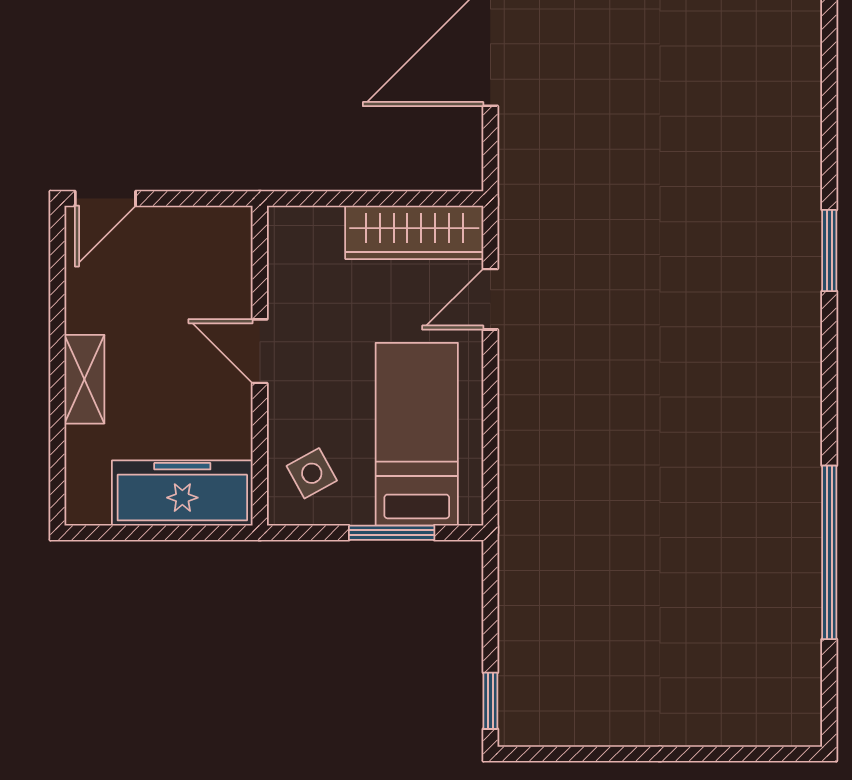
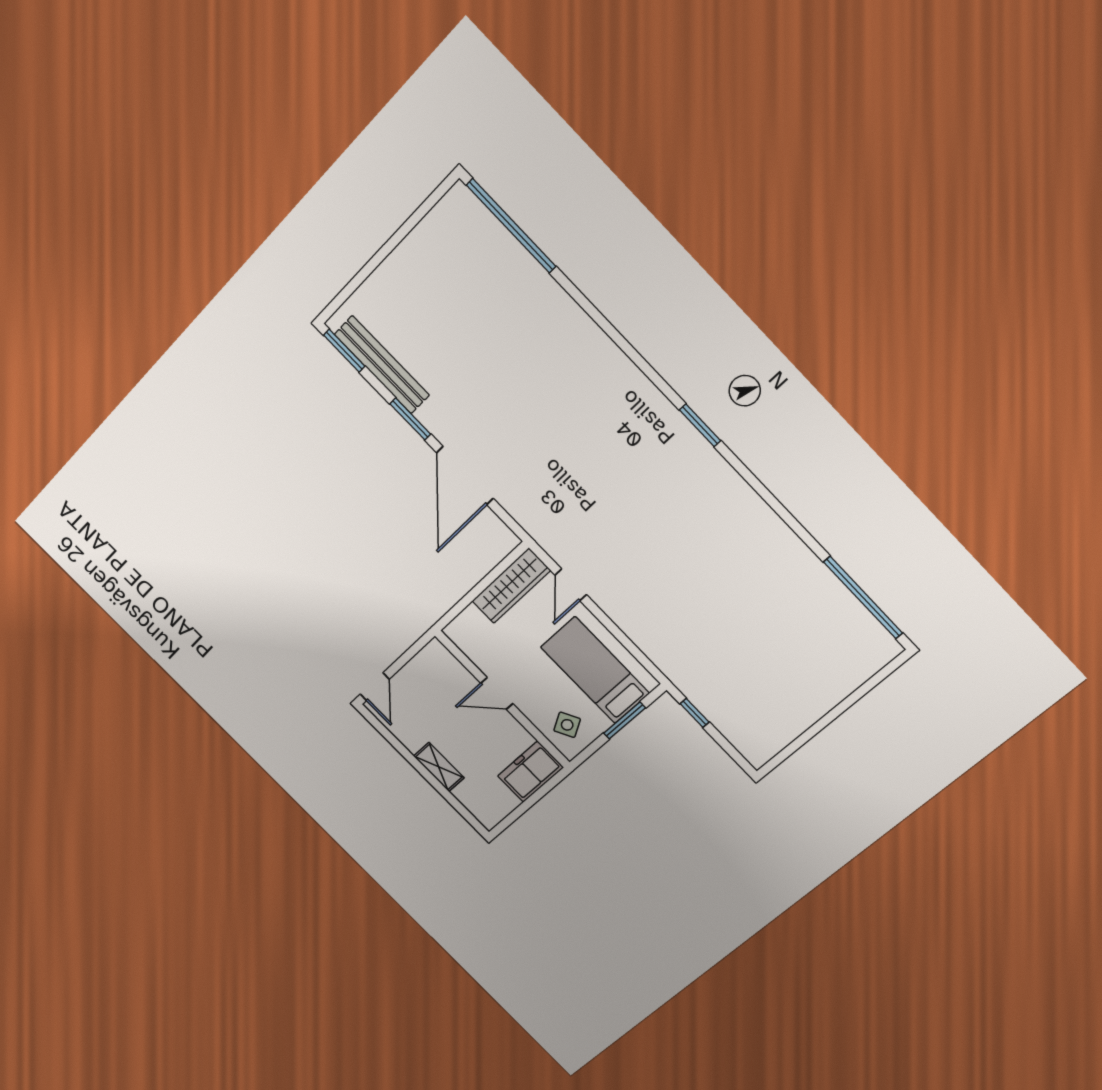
freezer: (182, 493) -> (531, 772), width x0.71
window: (829, 552) -> (863, 598), moved
window: (490, 701) -> (695, 713), moved

